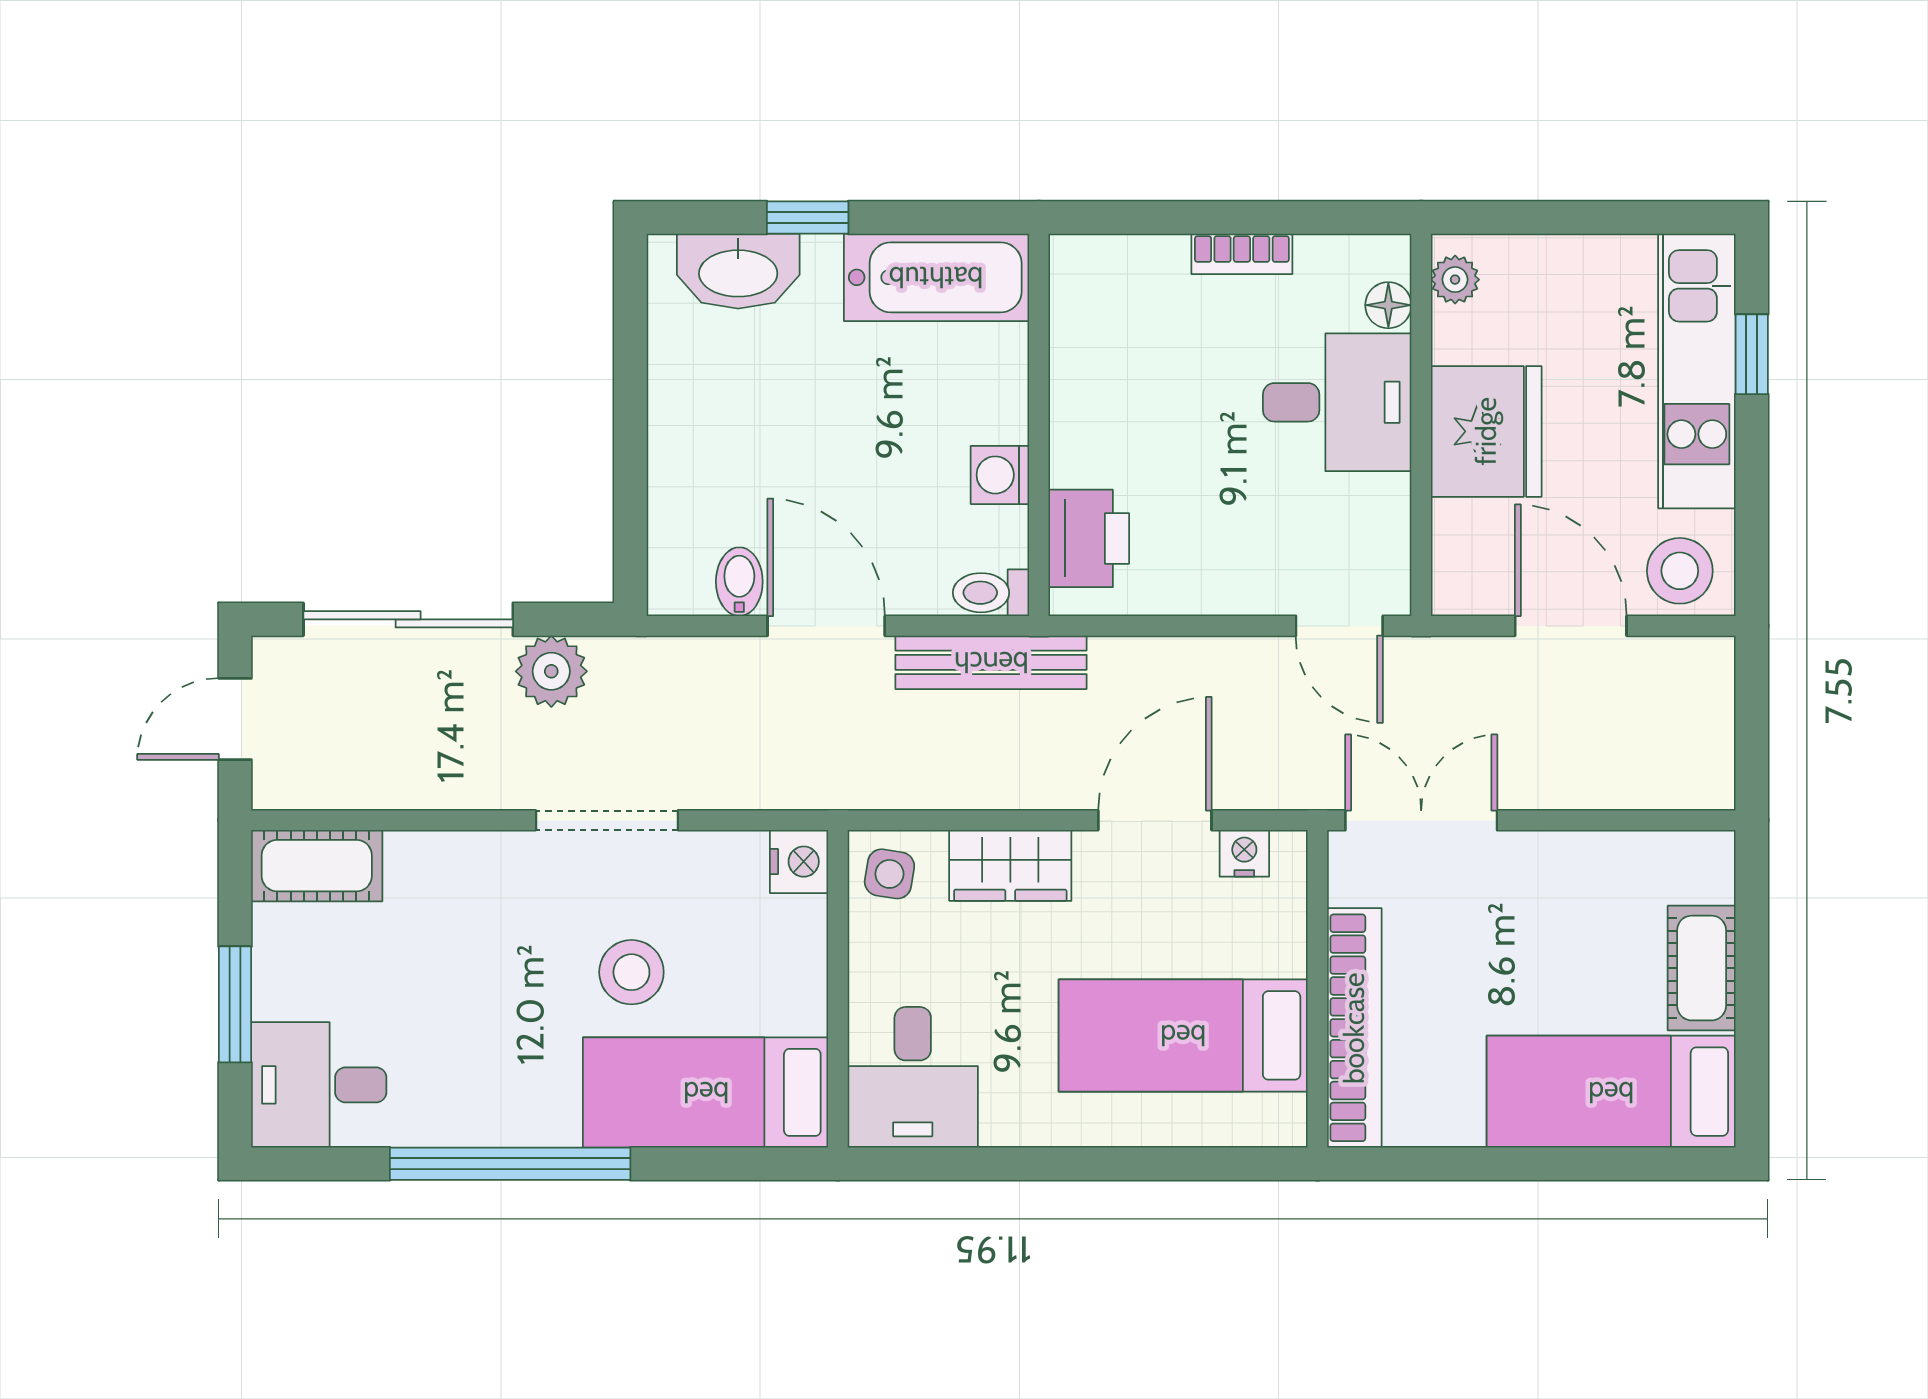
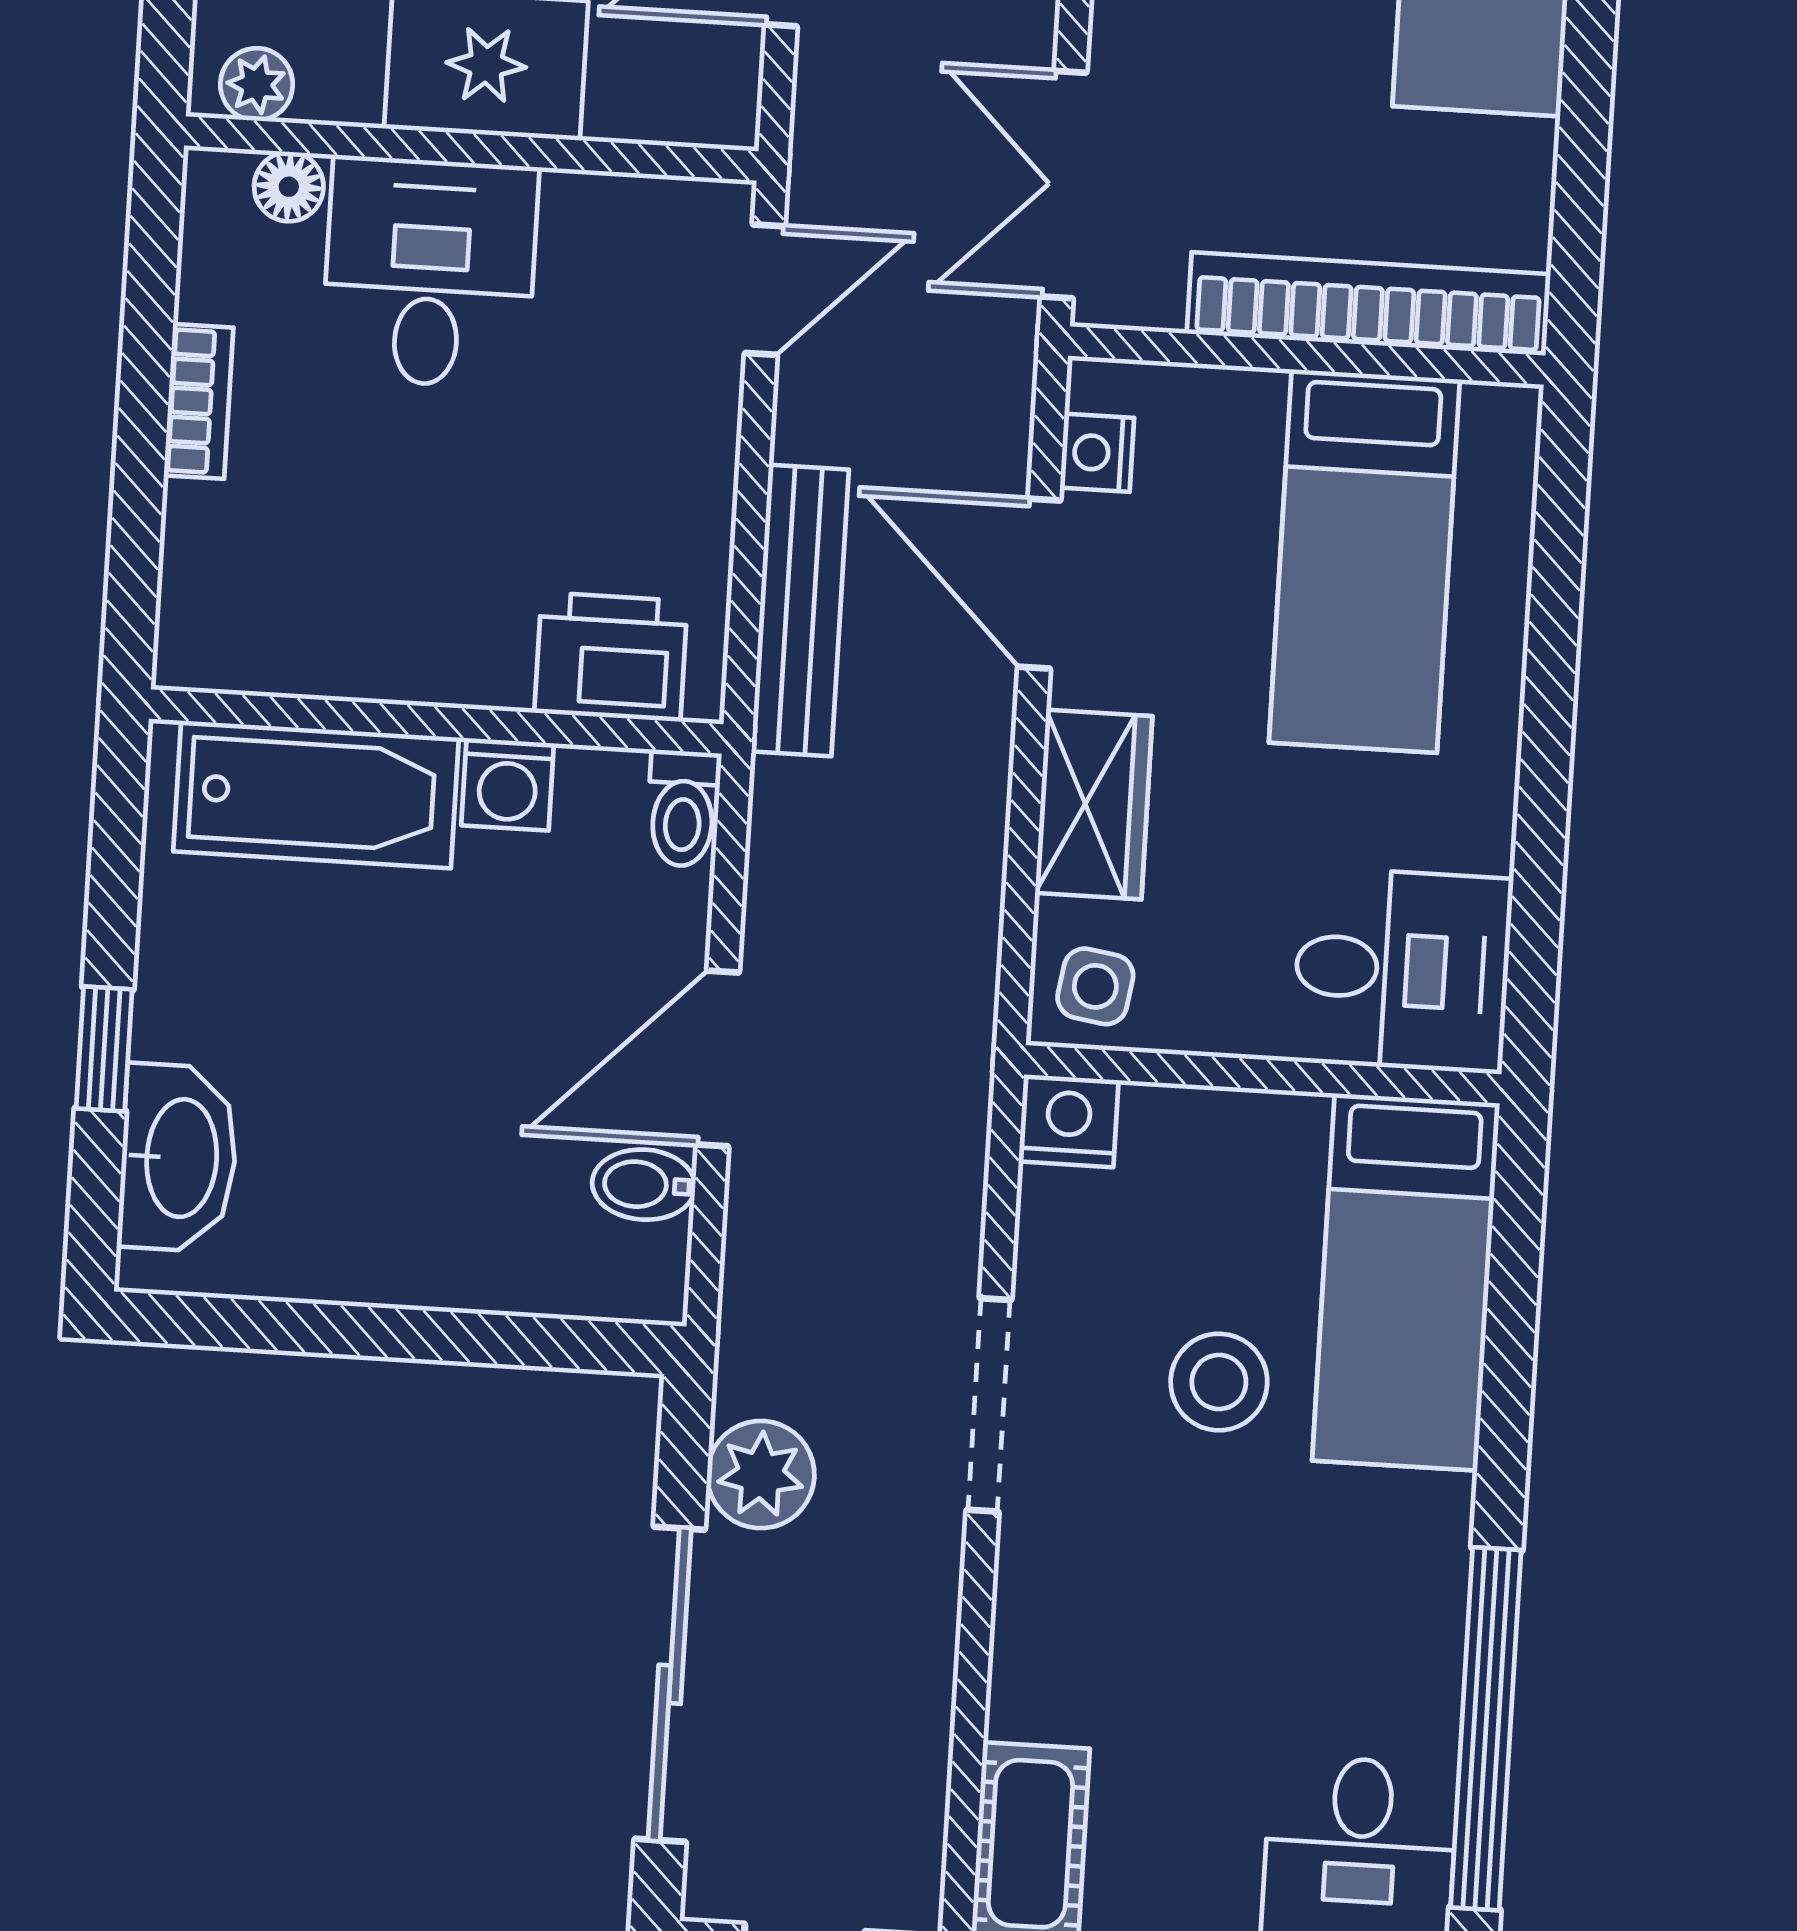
bathtub: (936, 277) -> (316, 794), moved, turned 90
bench: (991, 662) -> (800, 610), moved
window: (510, 1164) -> (1486, 1729), moved

